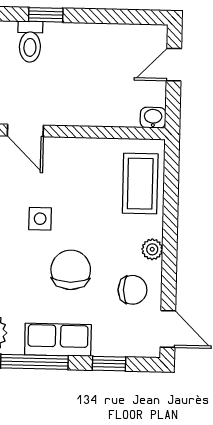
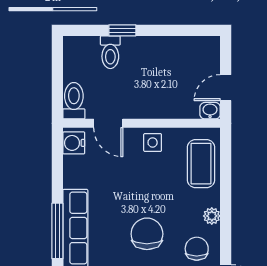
door: (174, 65) -> (226, 88), moved
side table: (40, 219) -> (153, 142), moved
chair: (132, 290) -> (197, 249), turned -90

